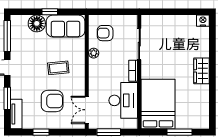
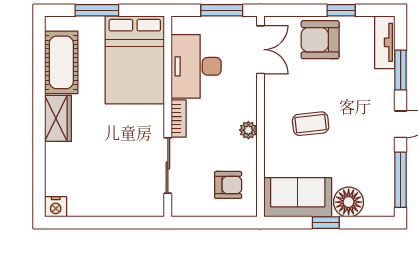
plant: (94, 53) -> (248, 130), moved
armchair: (52, 101) -> (320, 40), moved
cot: (200, 103) -> (61, 62), added

